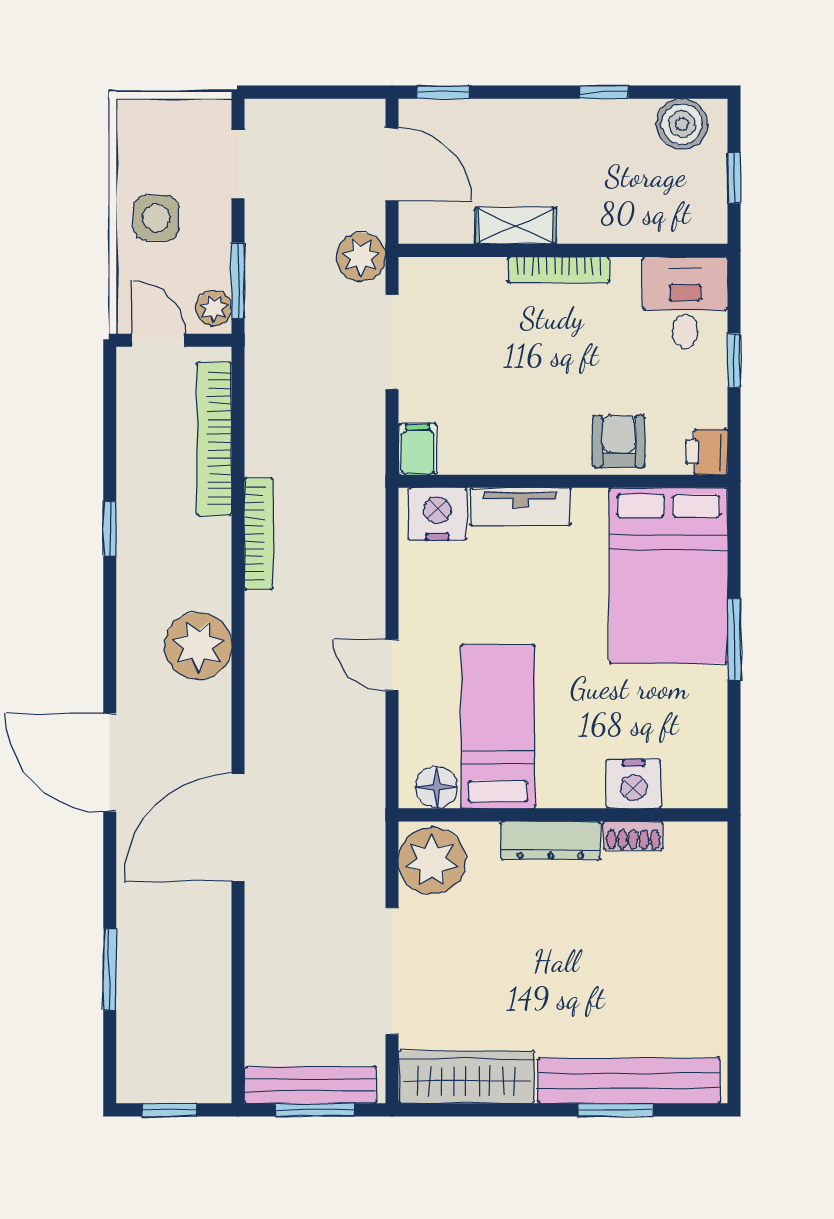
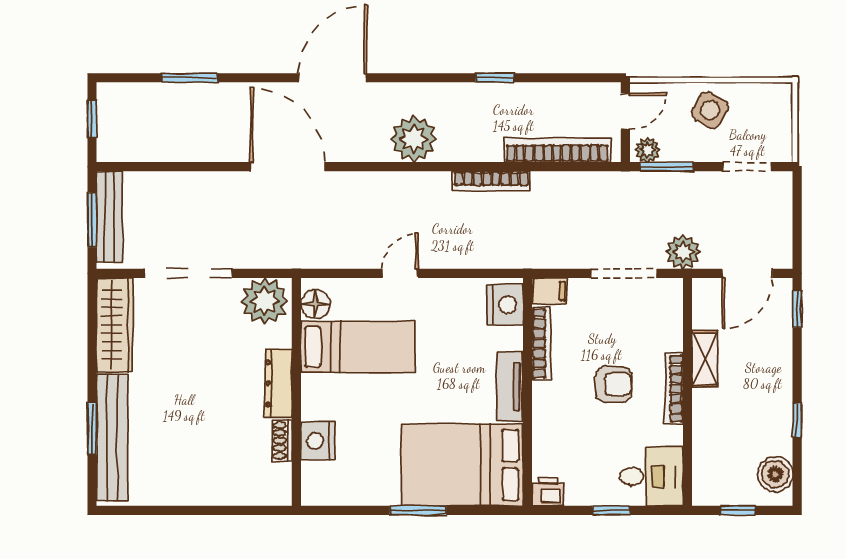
side table: (156, 218) -> (710, 110), turned 30
armchair: (619, 441) -> (613, 384), moved
bookcase: (493, 461) -> (541, 343), added
tv unit: (520, 507) -> (510, 387), moved

